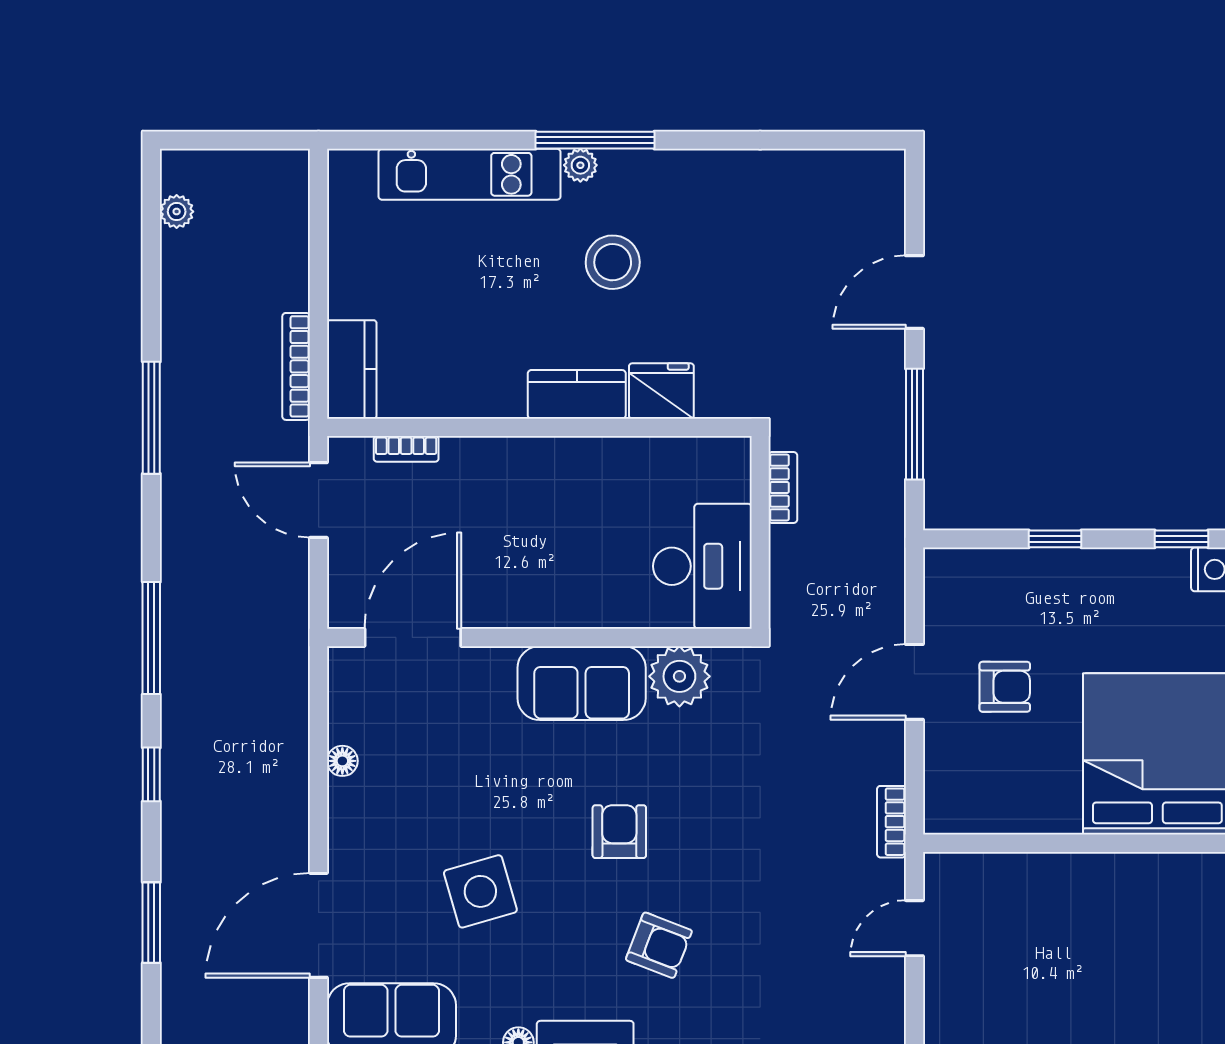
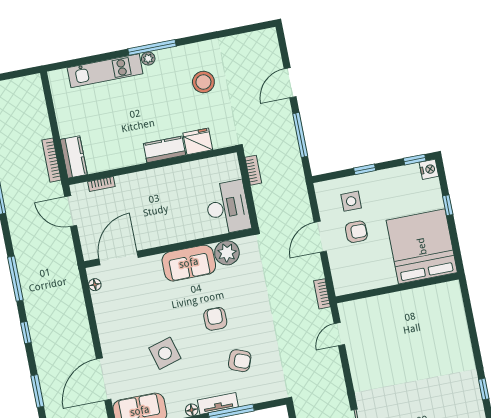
stool: (613, 262) -> (203, 82), moved
side table: (1007, 610) -> (351, 201), added
floor lamp: (342, 761) -> (95, 285), moved

